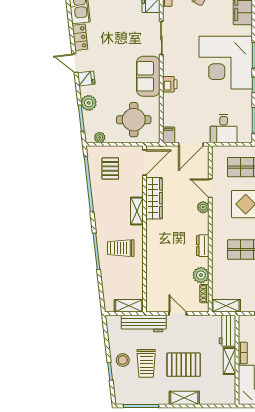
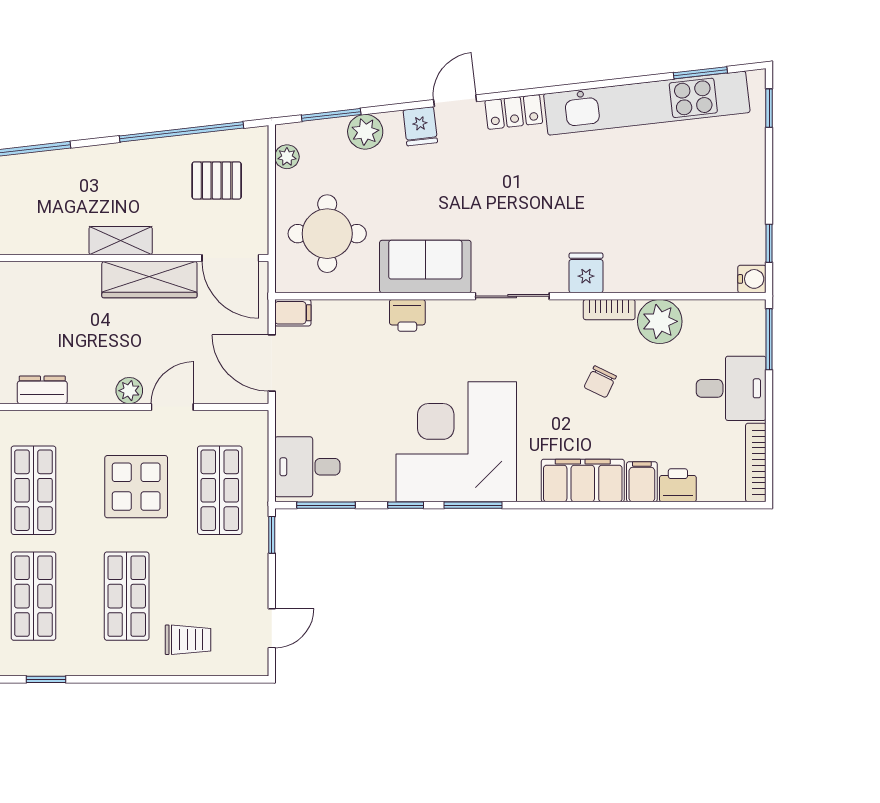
desk: (224, 128) -> (307, 467), moved
trolley: (121, 248) -> (37, 204), removed

